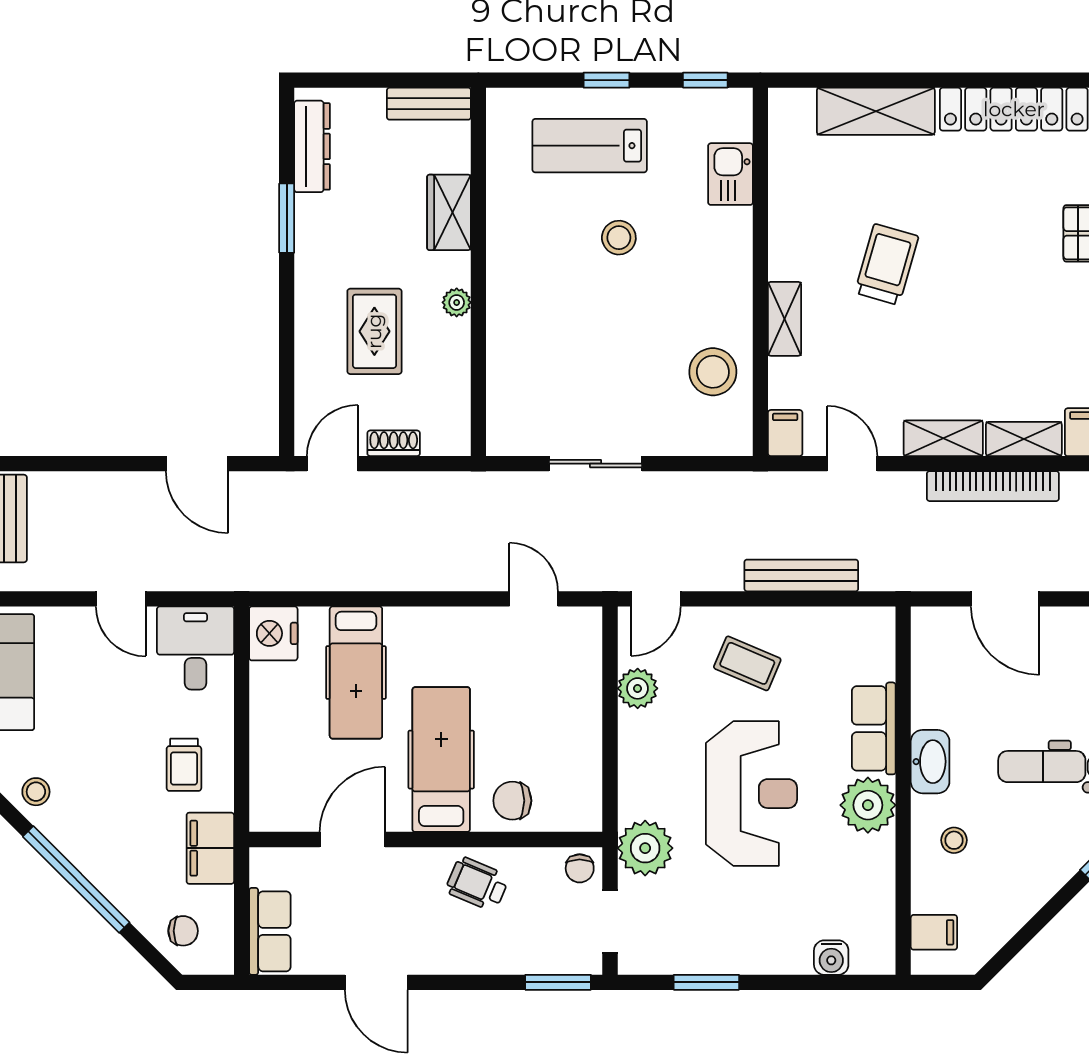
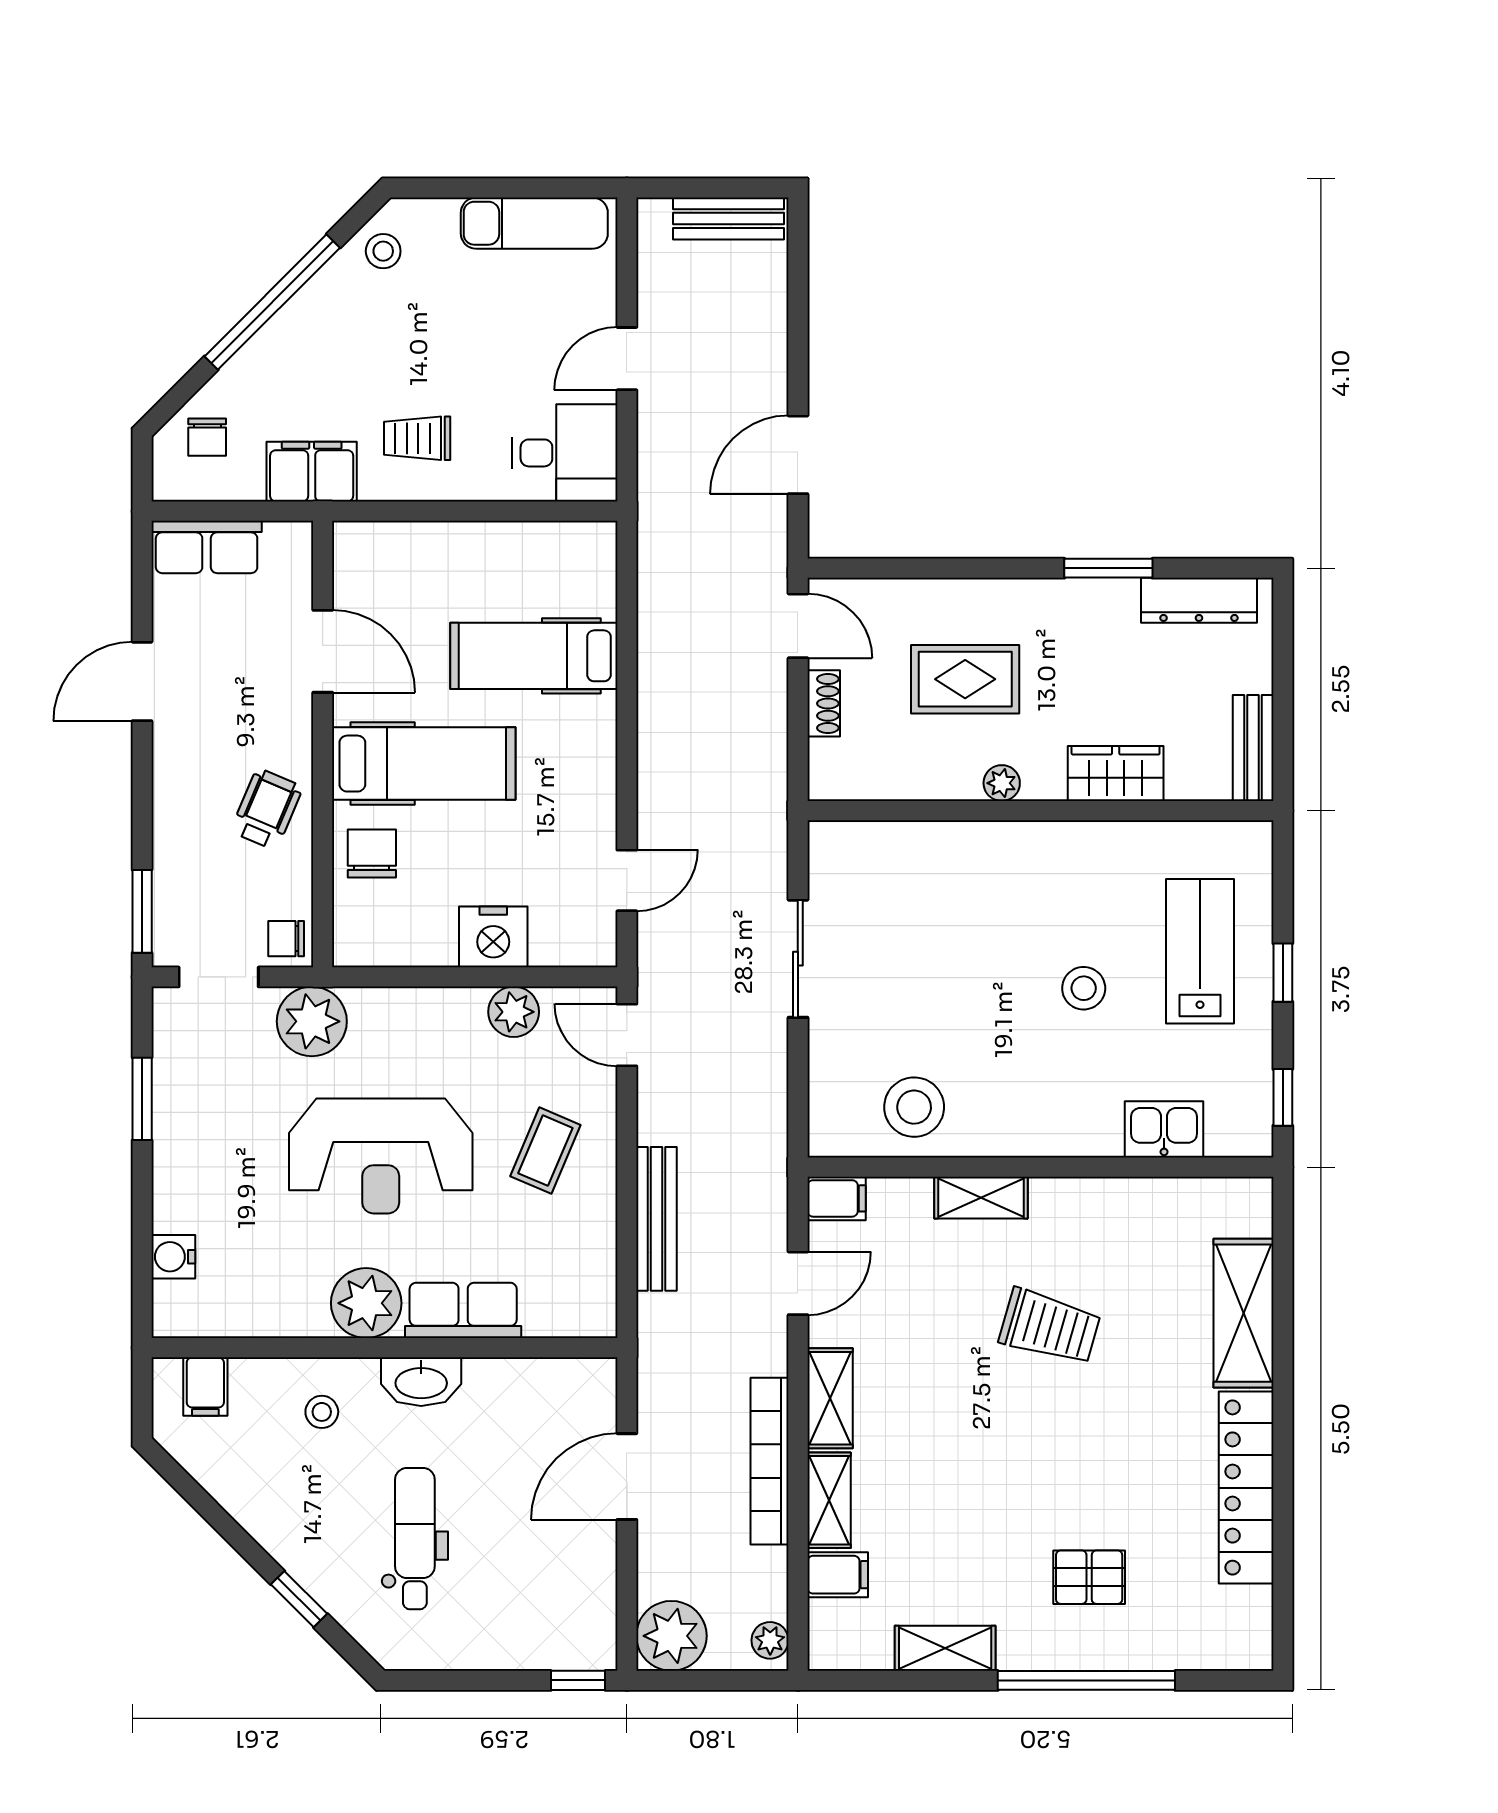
nightstand: (273, 633) -> (493, 937), moved, turned 180

